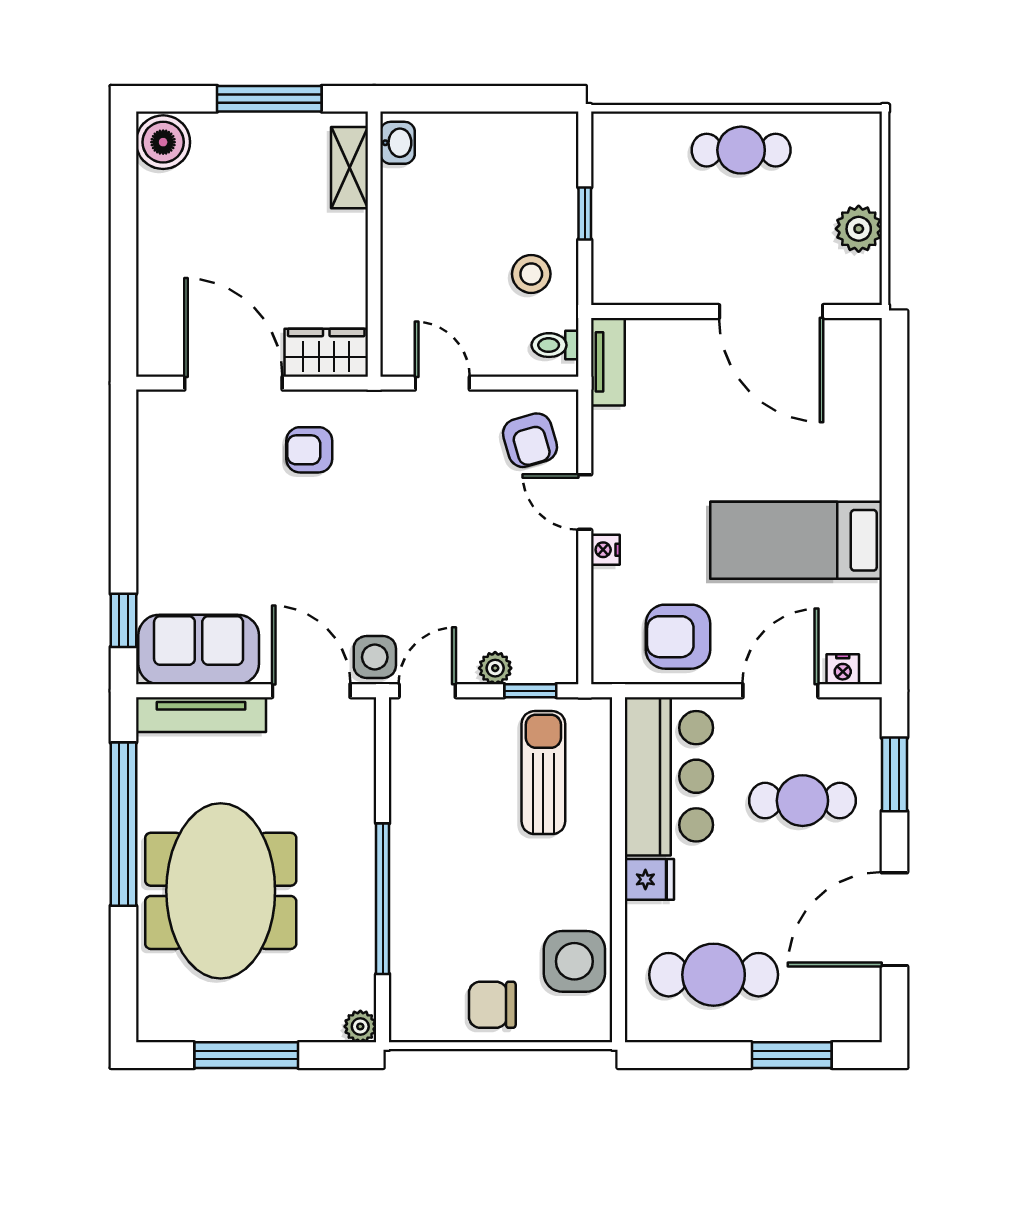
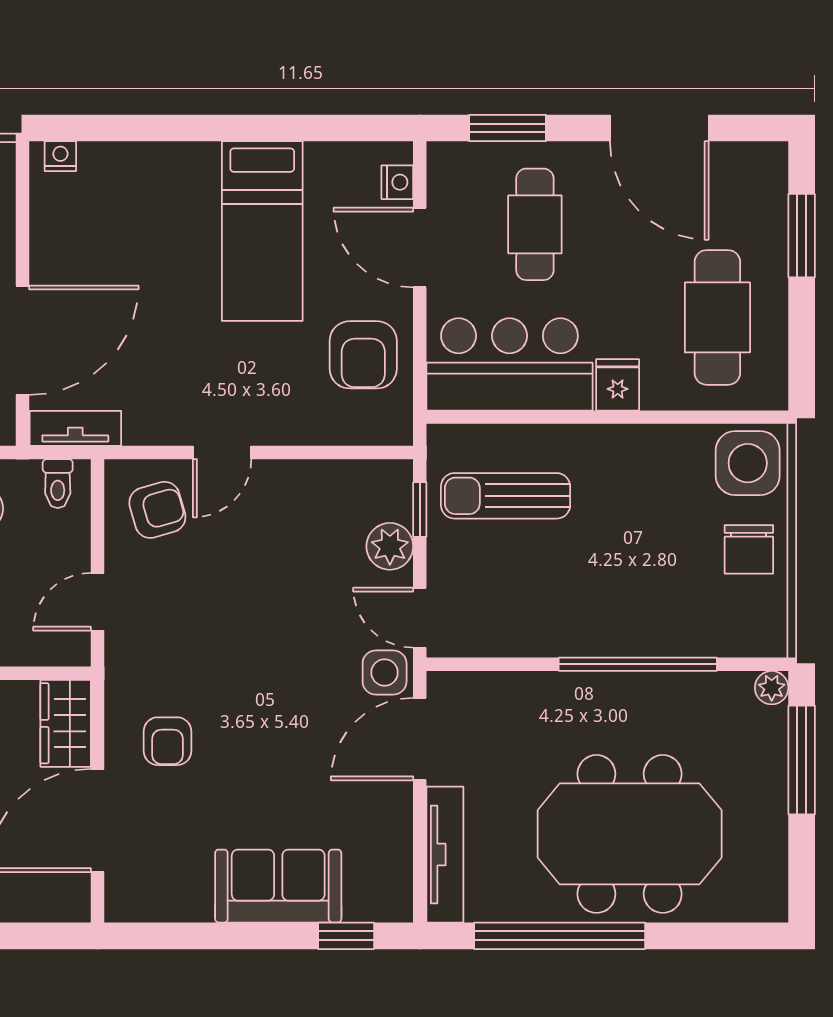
door: (771, 312) -> (23, 340), moved
nightstand: (605, 550) -> (60, 156), moved, turned 180
sofa: (199, 650) -> (278, 886), moved, turned 90
plant: (495, 668) -> (390, 546), width x1.38, depth x1.38
side table: (574, 961) -> (748, 463), moved
window: (246, 1055) -> (802, 760), moved

